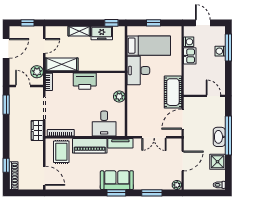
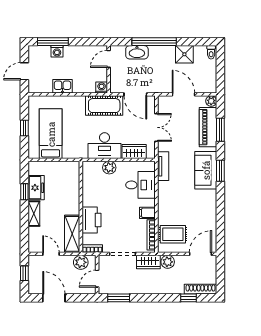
window: (111, 23) -> (24, 192), moved
washing machine: (189, 42) -> (102, 87), moved
desk: (138, 71) -> (105, 146), moved
printer: (85, 81) -> (92, 220), moved
wardrobe: (133, 118) -> (134, 151), added
filing cabinet: (80, 129) -> (147, 213), added
washbasin: (219, 137) -> (137, 52), moved
piano: (90, 146) -> (208, 127), moved, turned 180
plant: (37, 147) -> (168, 262), added

